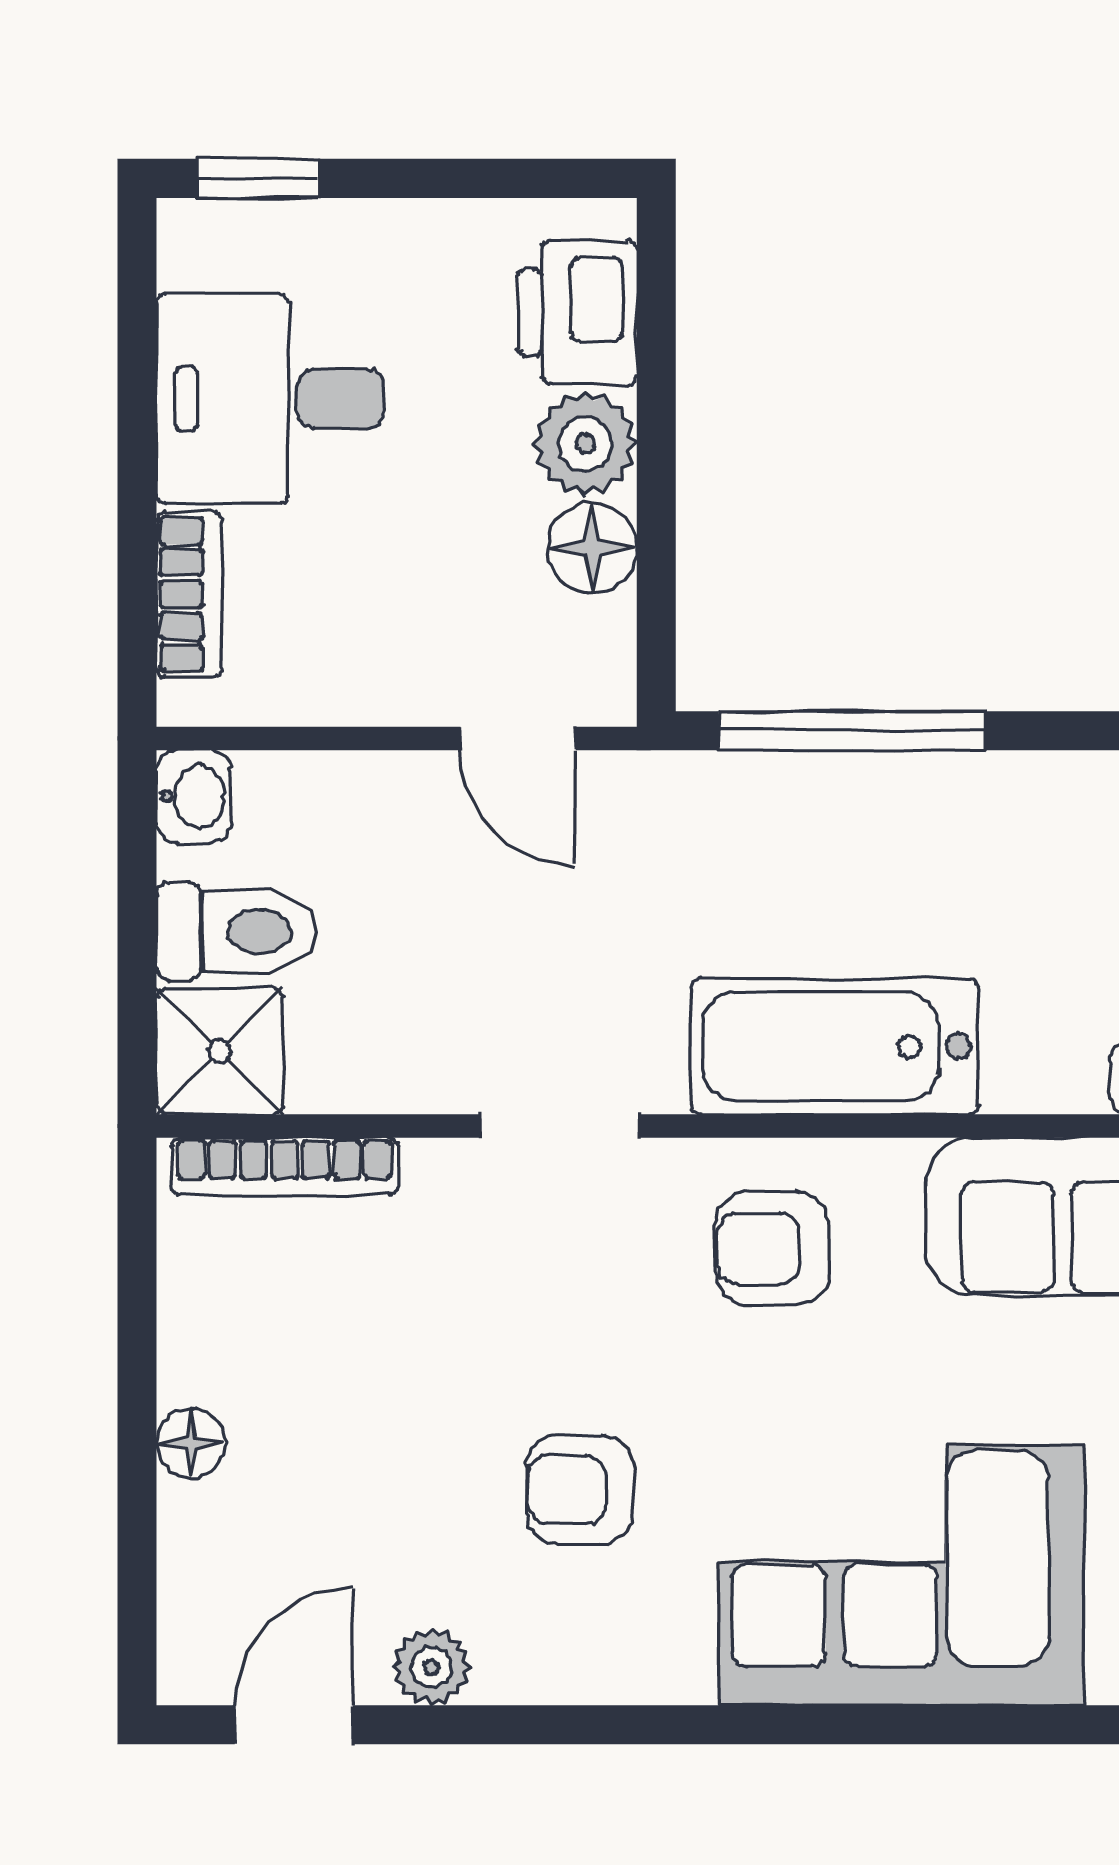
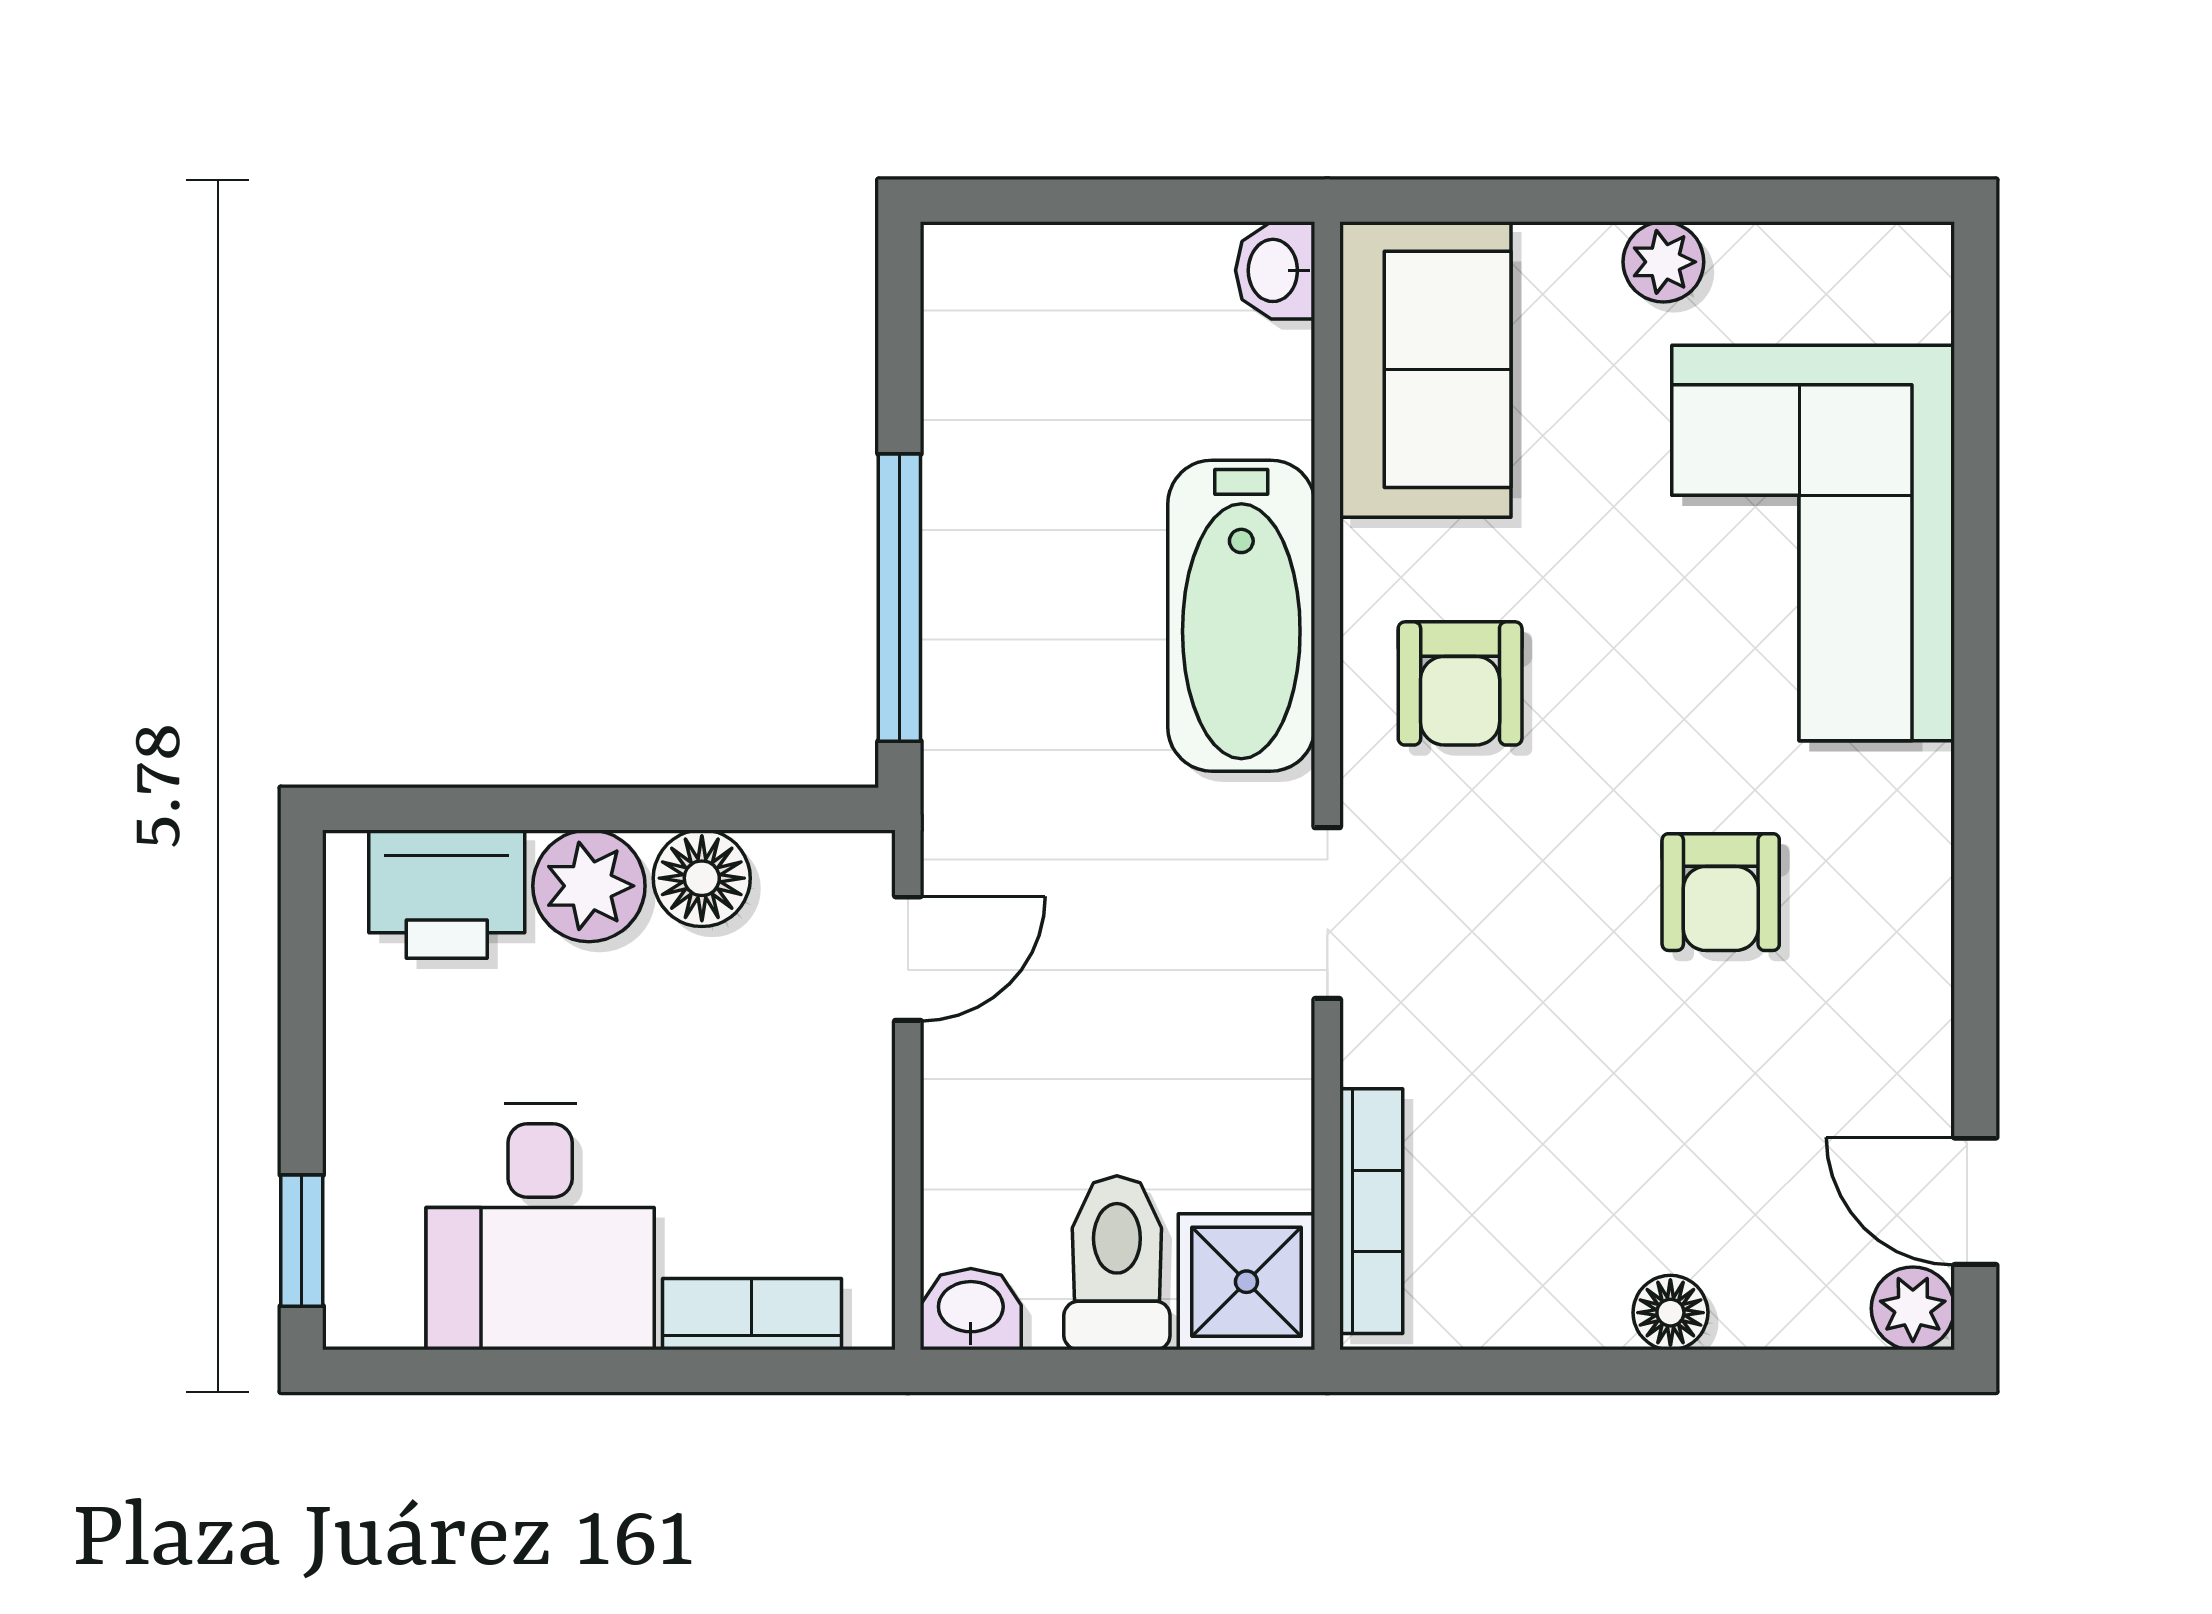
plant: (431, 1667) -> (1913, 1308), moved

